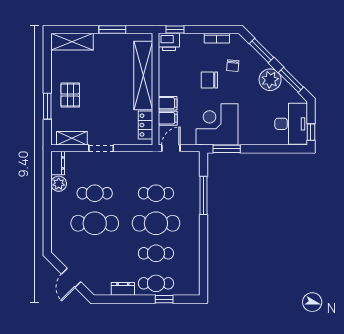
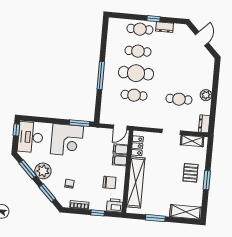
window: (175, 29) -> (98, 213), moved
chair: (209, 80) -> (109, 182), moved
window: (47, 106) -> (207, 180), moved
corner desk: (217, 124) -> (67, 140), moved
plant: (59, 184) -> (206, 95), moved
window: (203, 195) -> (101, 75), moved
cafe table: (95, 223) -> (181, 77), removed
window: (164, 299) -> (153, 19), moved

